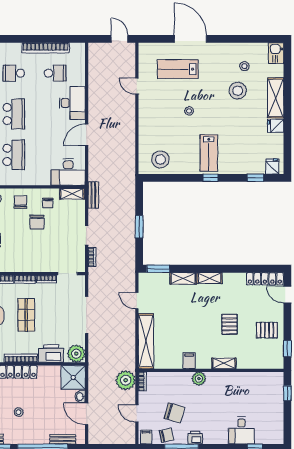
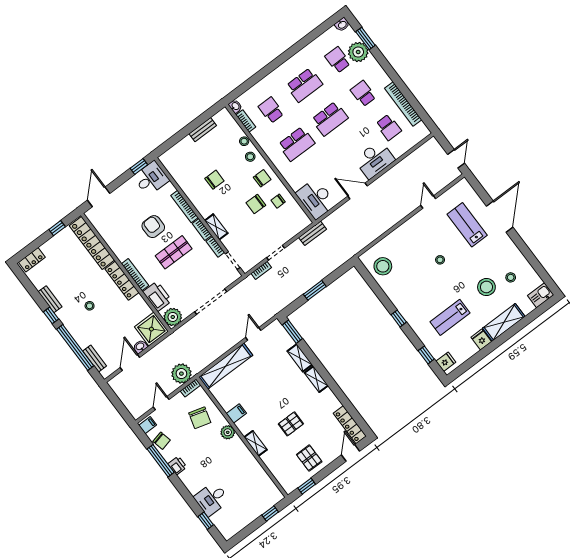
lab bench: (209, 153) -> (450, 317), moved
shelving: (72, 194) -> (216, 227), moved
chair: (175, 413) -> (200, 418), moved

